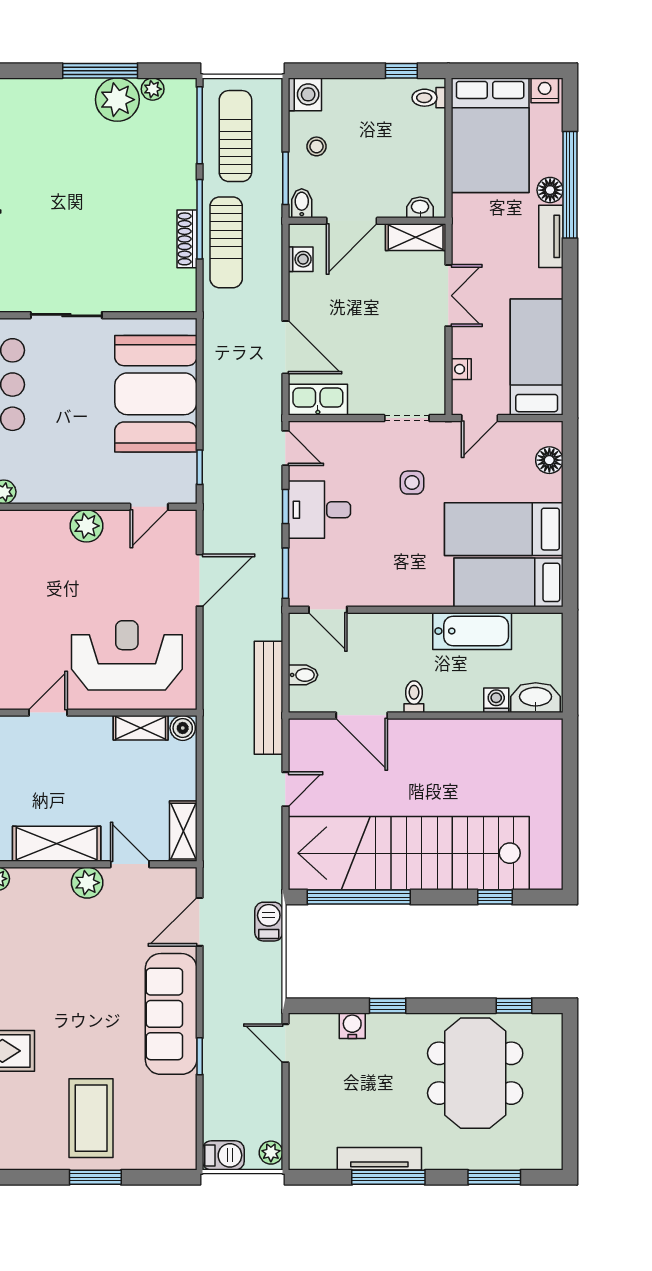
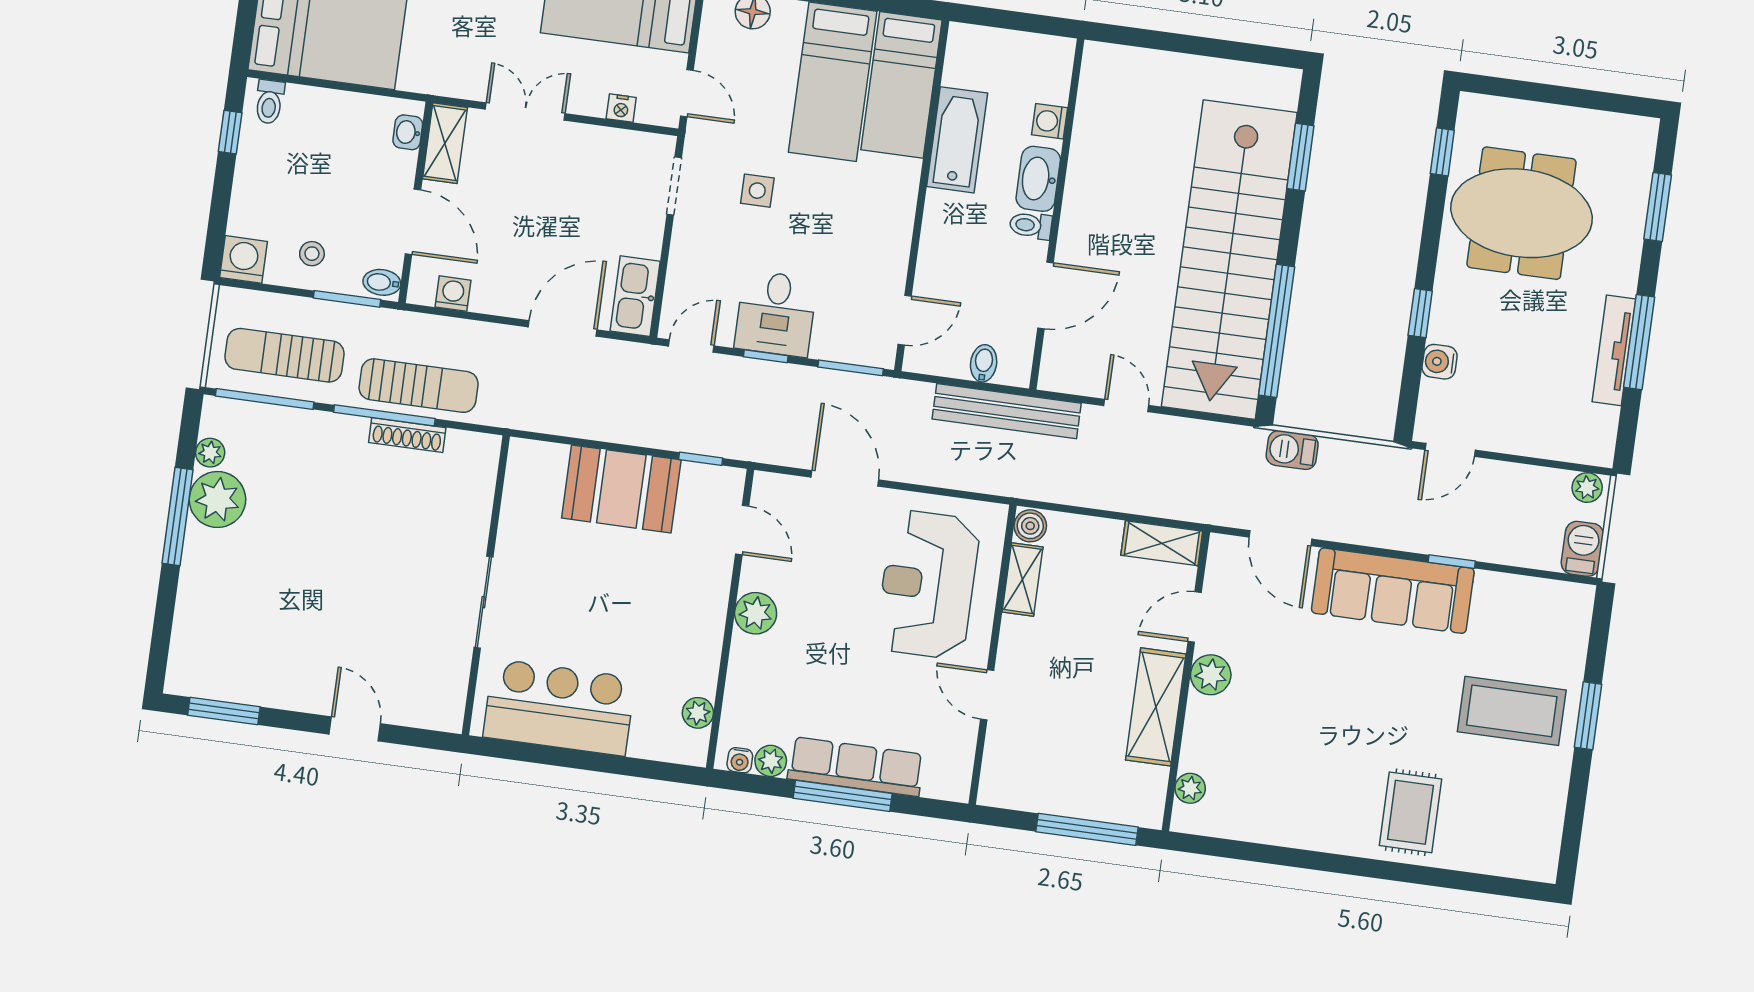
booth: (156, 394) -> (621, 489), width x0.73, depth x0.70
washbasin: (536, 698) -> (1038, 179), moved
window: (495, 897) -> (1300, 157), width x1.50

